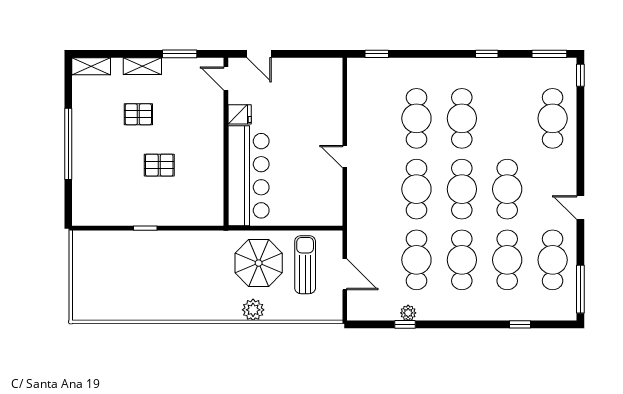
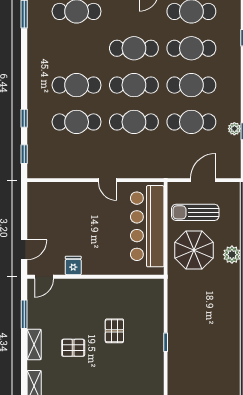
window: (487, 54) -> (24, 118), moved
pallet: (138, 114) -> (73, 348), turned 90
door: (345, 157) -> (107, 180), hinge flipped
bar counter: (248, 176) -> (147, 226), moved, turned -90

